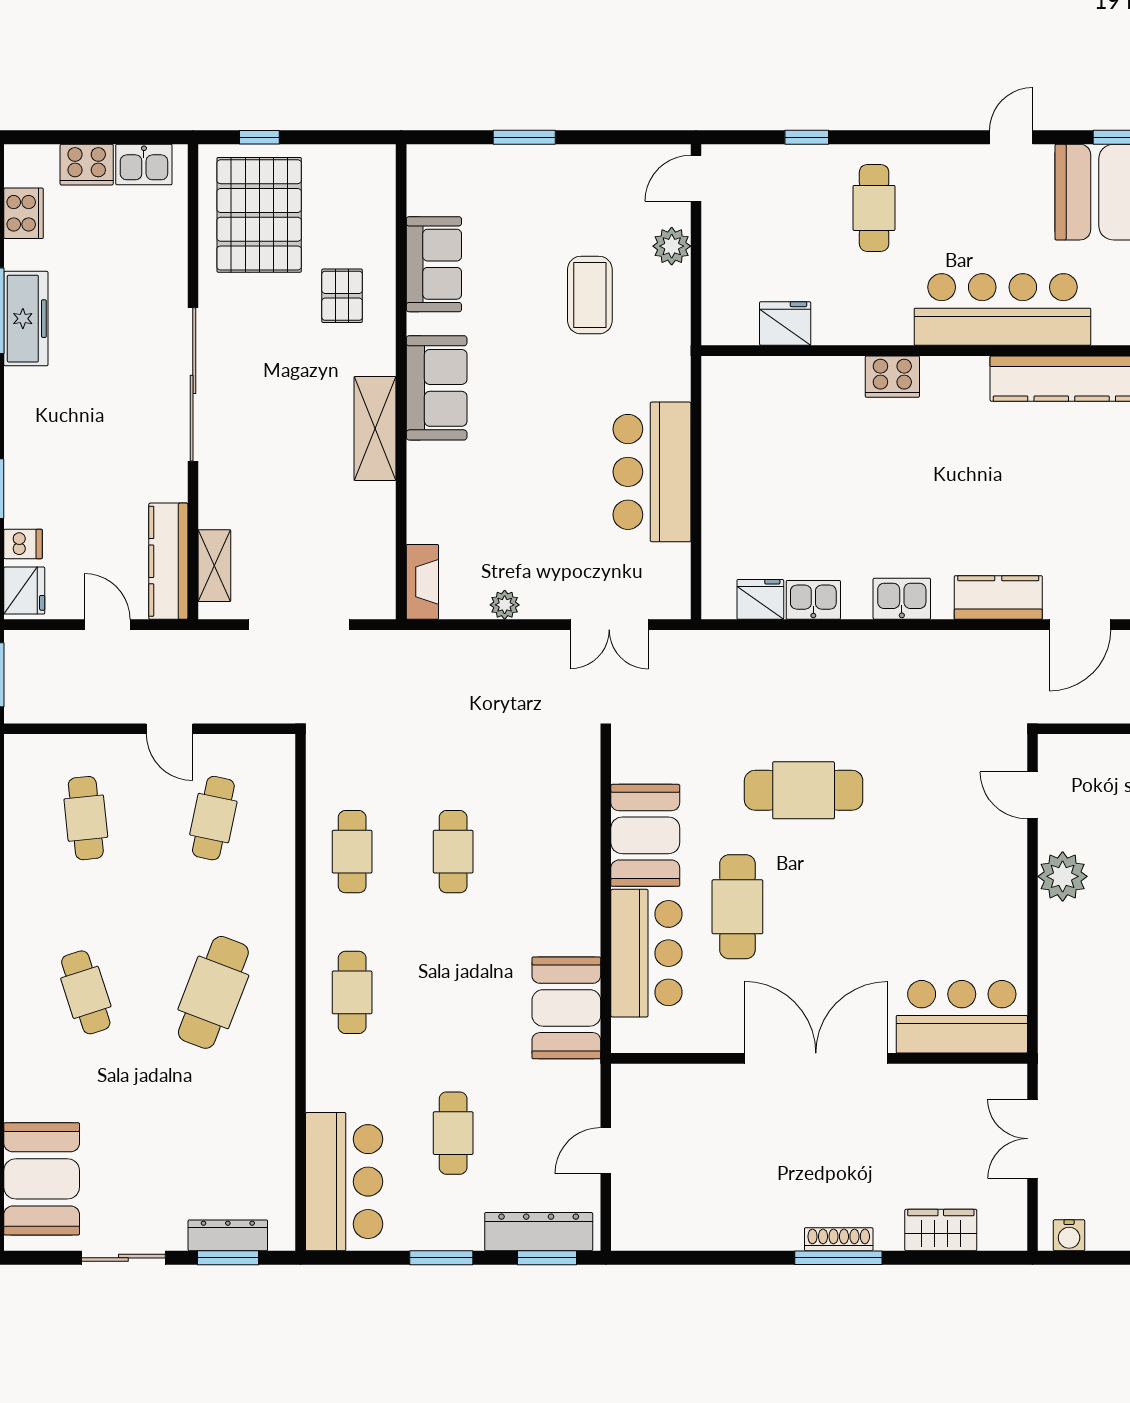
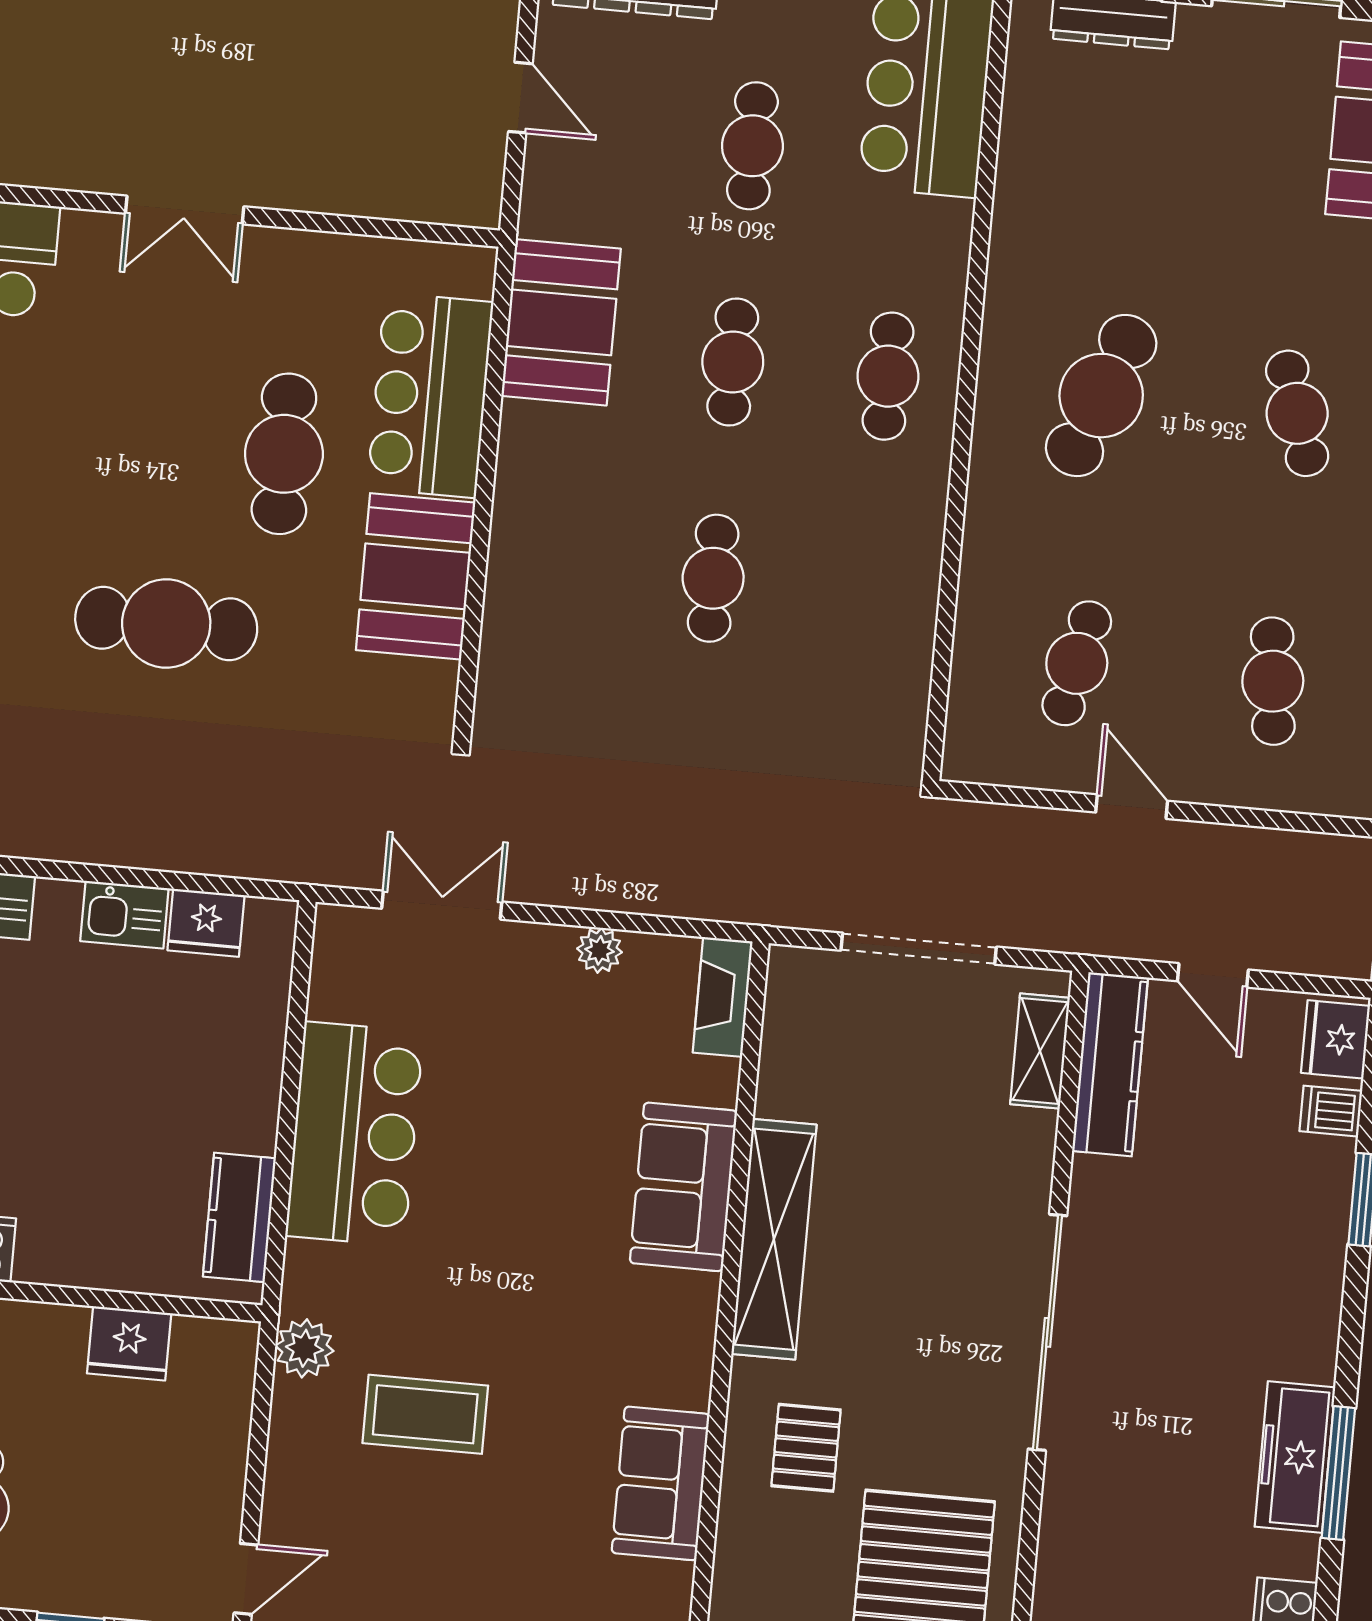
plant: (672, 246) -> (304, 1348), moved
coffee table: (590, 295) -> (425, 1414), turned 90
sofa: (437, 388) -> (683, 1187), moved
kitchen counter: (721, 411) -> (239, 1217), added
shelving: (375, 429) -> (774, 1239), width x1.47
cafe table: (352, 852) -> (733, 362), moved
double door: (816, 1058) -> (185, 210), width x0.54
door: (606, 1151) -> (520, 98), hinge flipped

